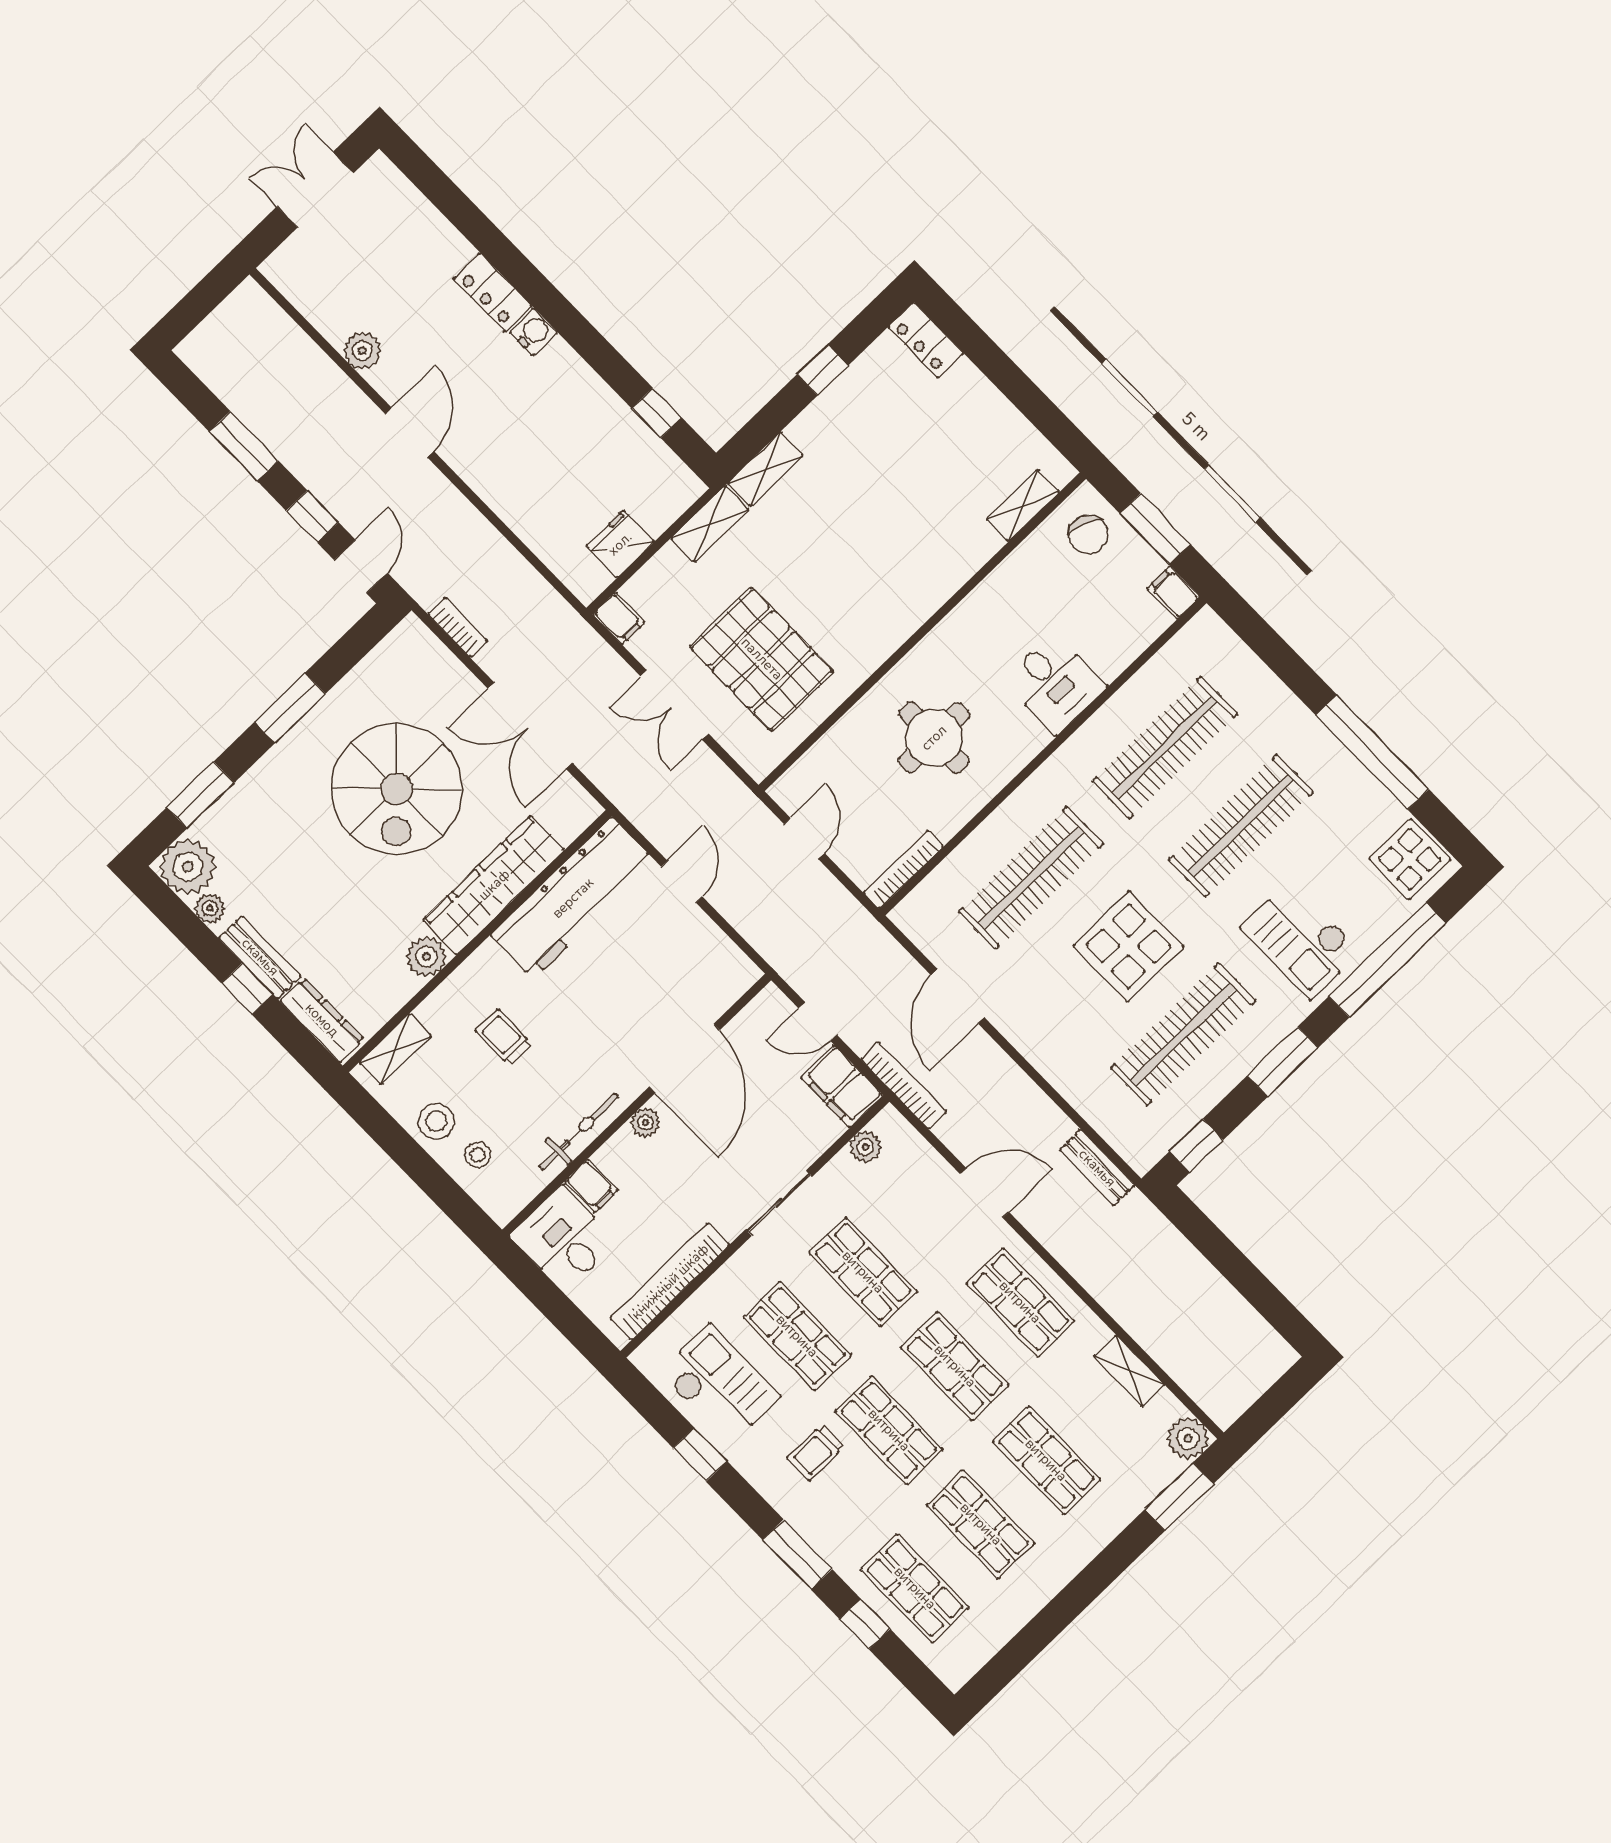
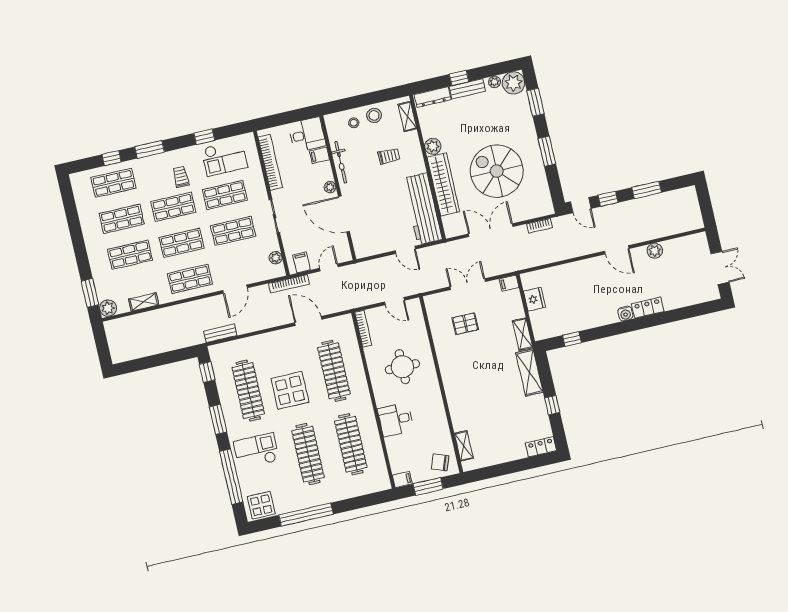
shelving: (766, 469) -> (529, 373), width x1.50, depth x1.33
pallet: (762, 659) -> (465, 324), width x0.49, depth x0.50
filing cabinet: (842, 1086) -> (302, 262), width x0.50

